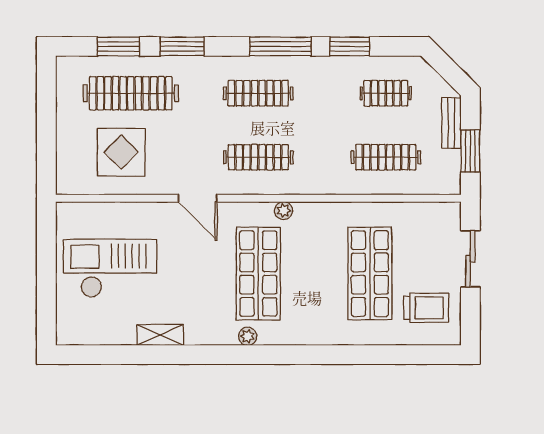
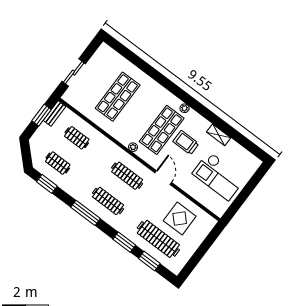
window: (350, 46) -> (47, 184), moved
bench: (451, 123) -> (55, 113), moved
clothes rail: (386, 157) -> (77, 138), width x0.73
trolley: (426, 308) -> (186, 143), moved

